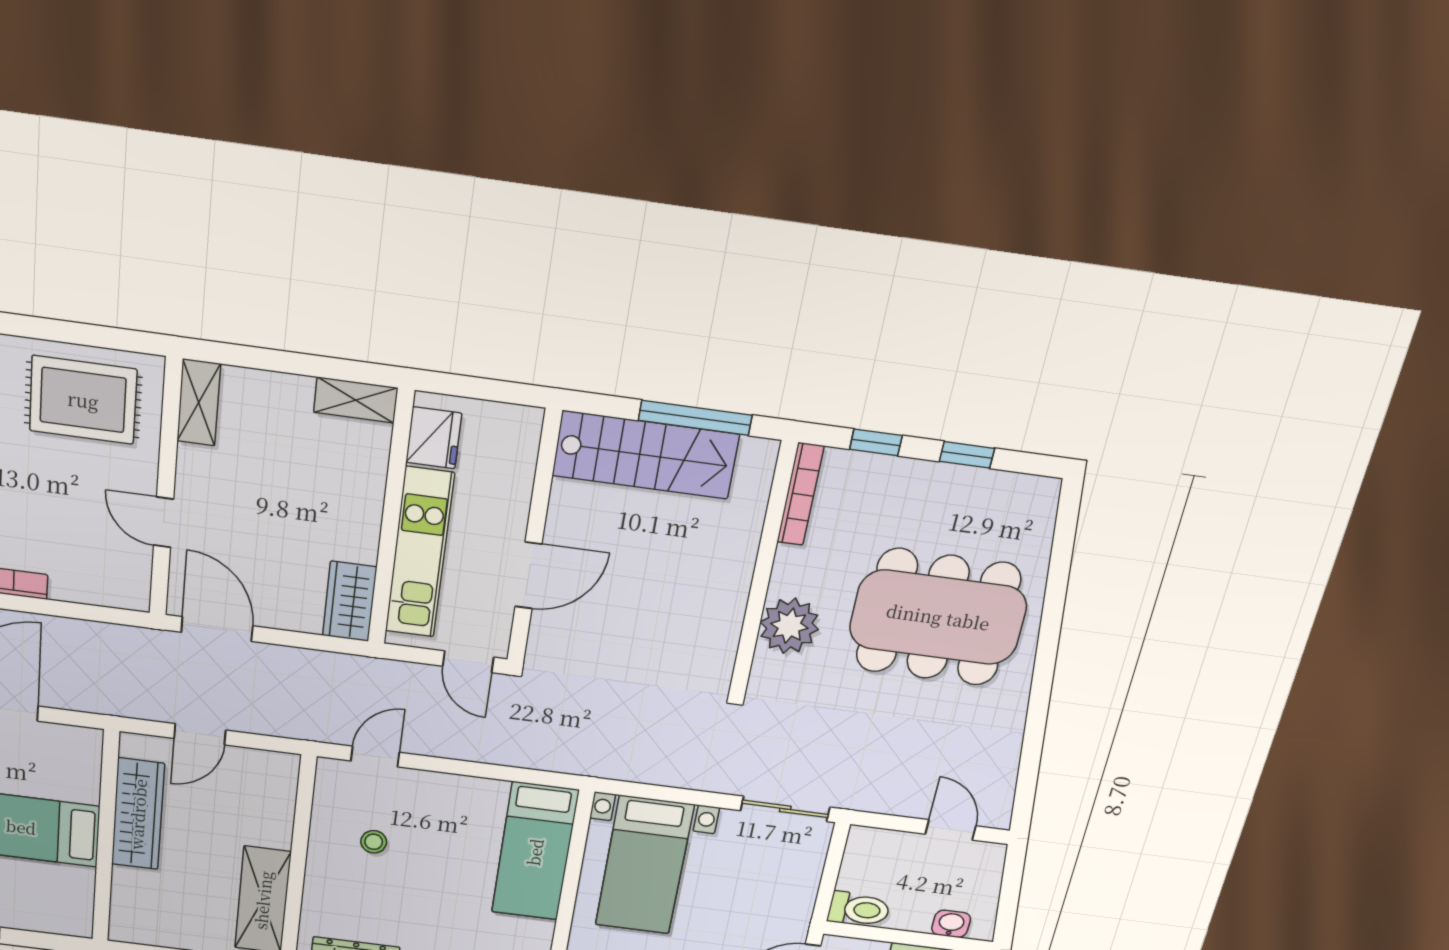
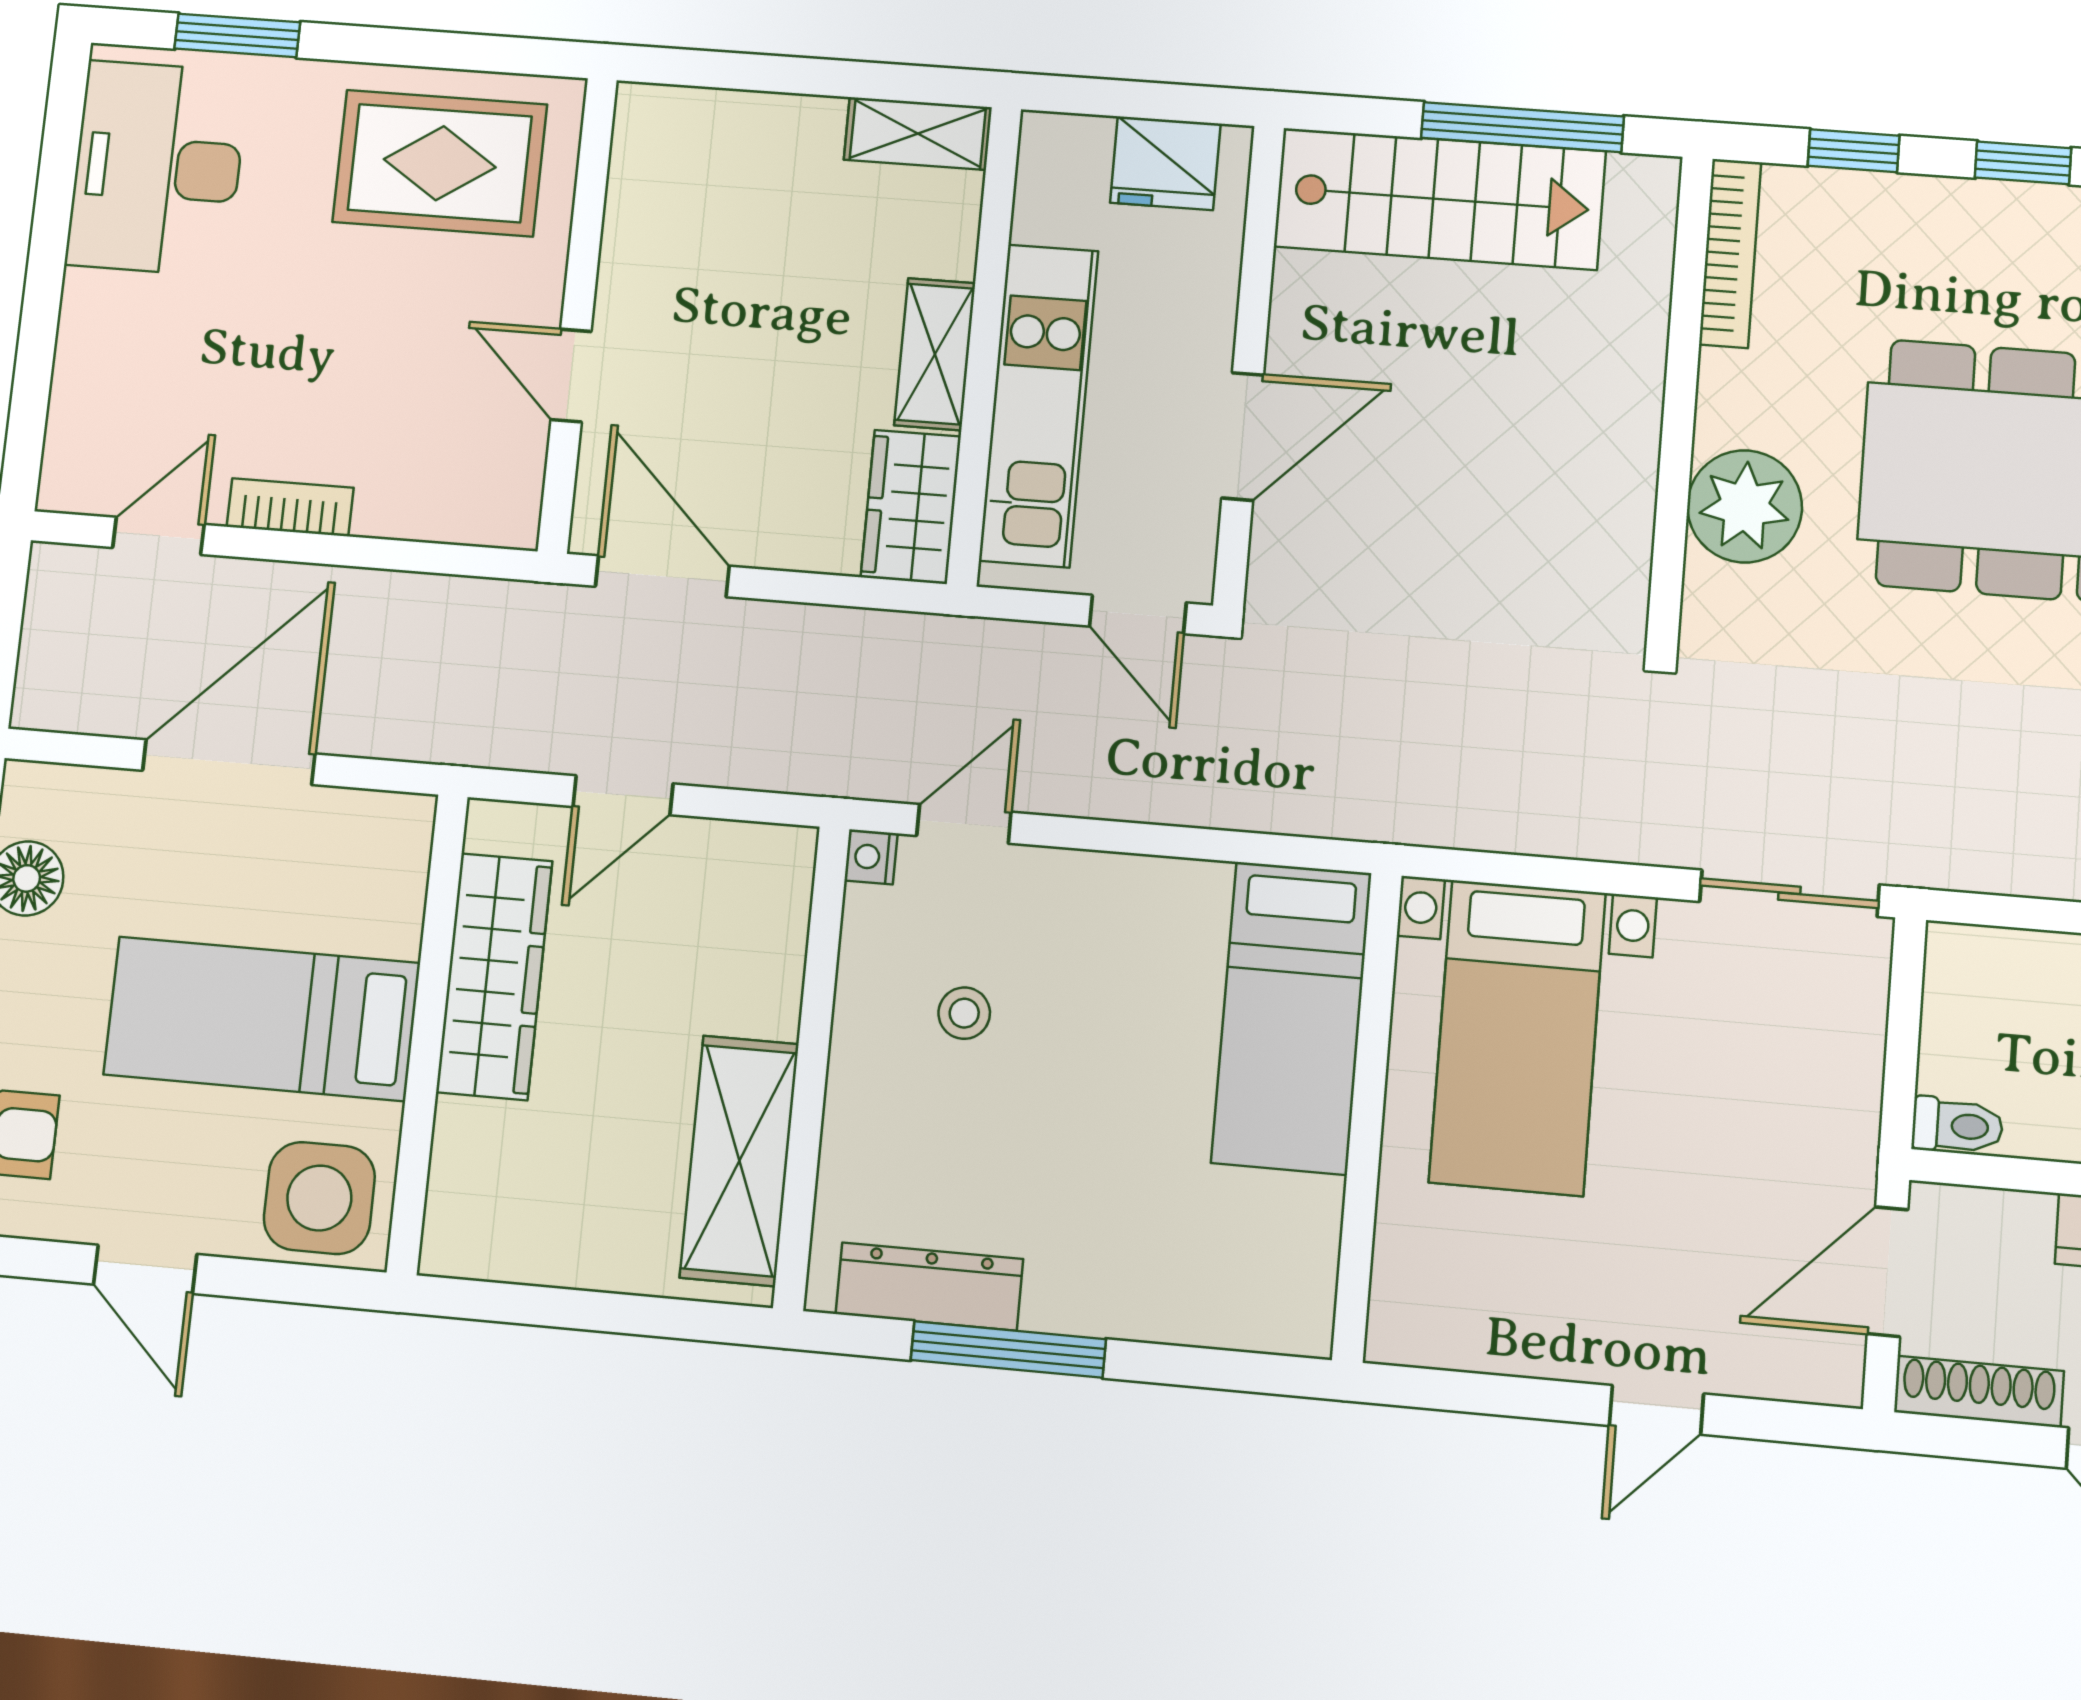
shelving: (199, 403) -> (935, 354), moved
fridge: (434, 438) -> (1165, 163), moved, turned 90
nightstand: (328, 769) -> (871, 857), added
side table: (57, 906) -> (319, 1198), added
toilet: (859, 909) -> (1957, 1126), width x0.73, depth x0.72

